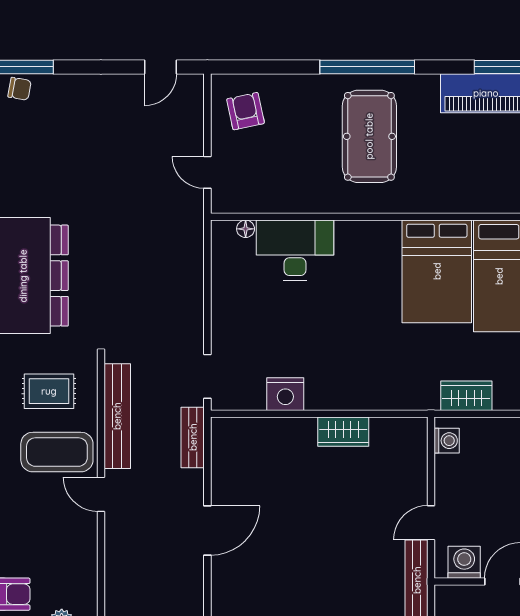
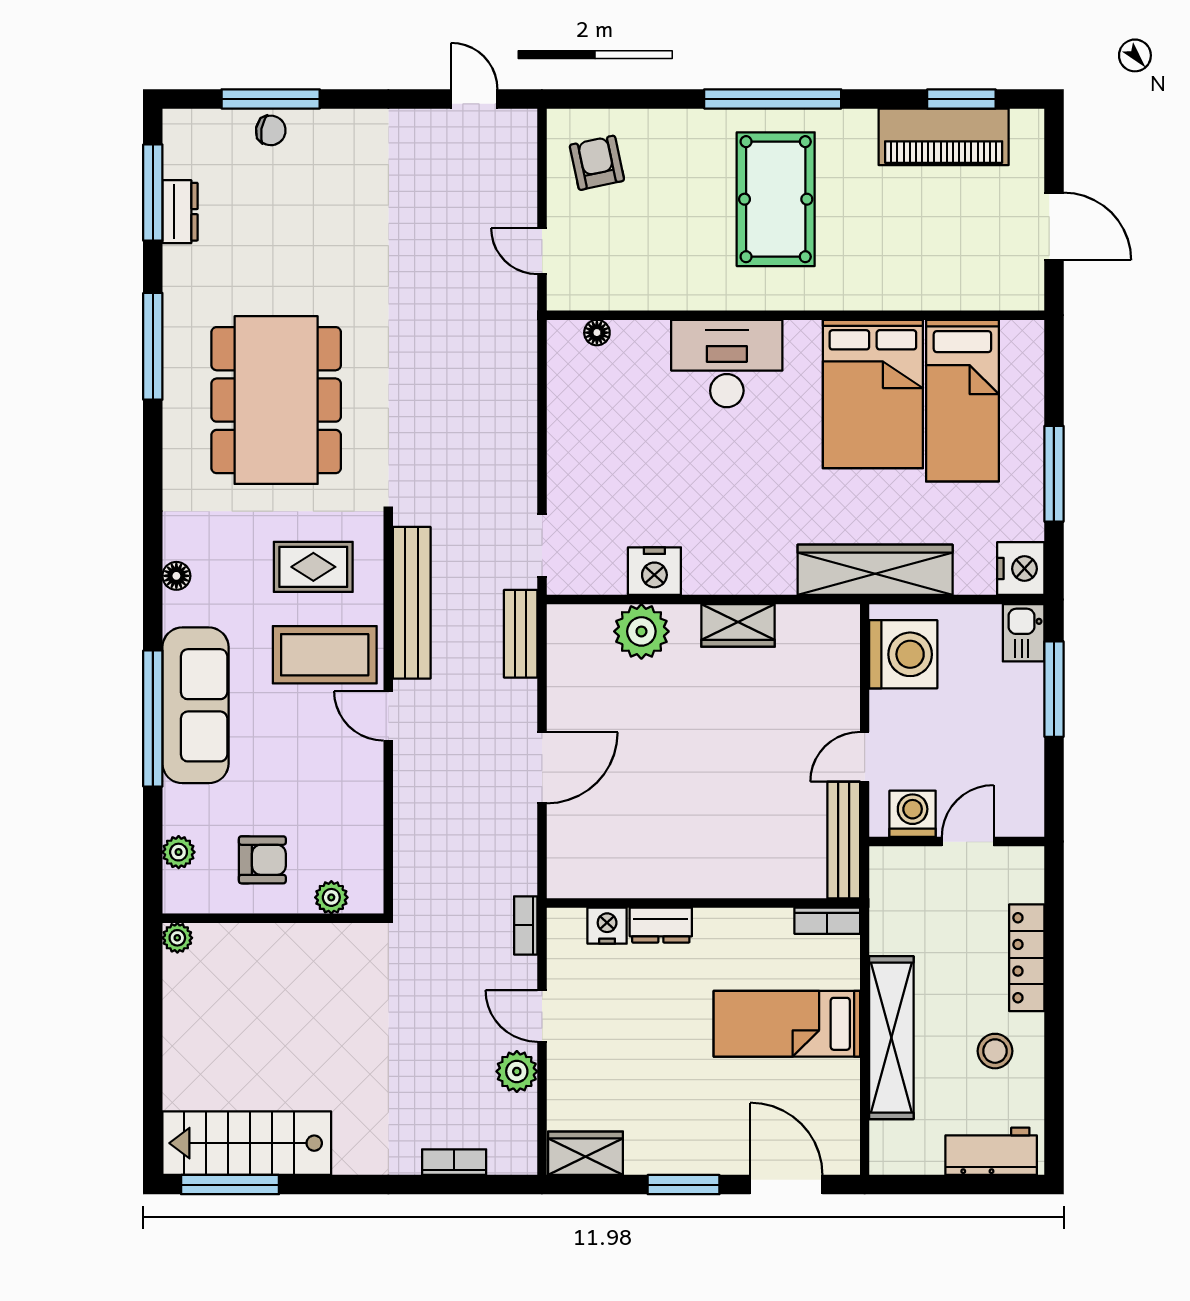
door: (161, 67) -> (474, 99), swing flipped
desk: (295, 250) -> (727, 364), moved
wardrobe: (466, 396) -> (875, 570), width x2.10, depth x1.17
plant: (276, 436) -> (641, 631), added
washing machine: (447, 441) -> (903, 654), width x1.89, depth x1.89

